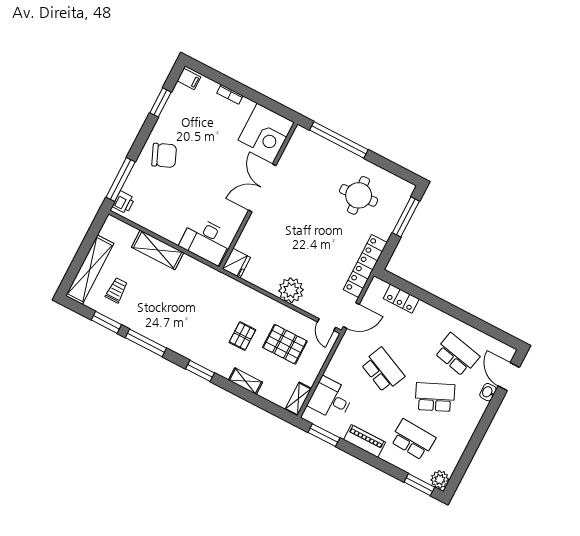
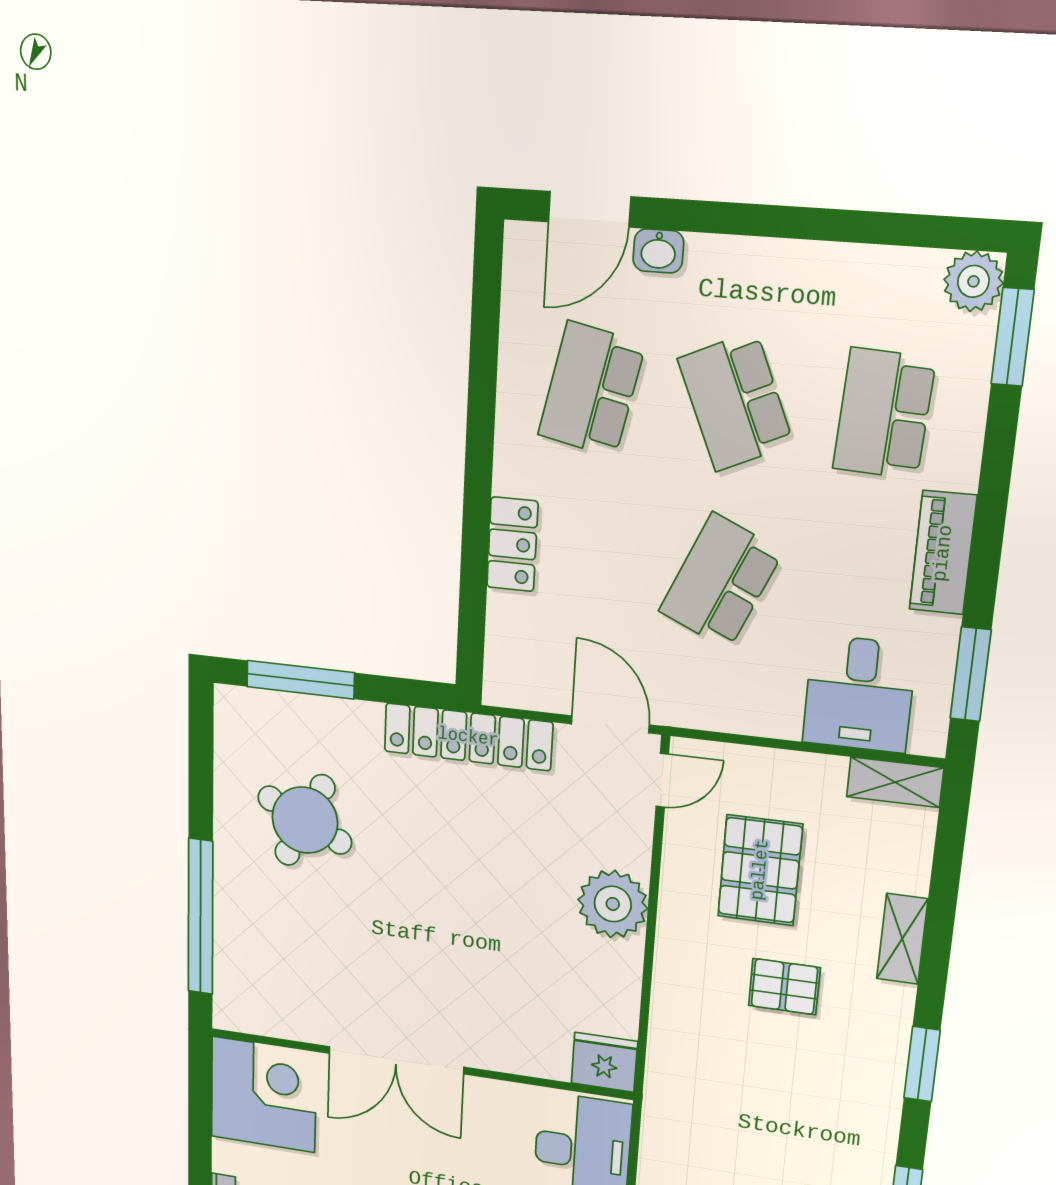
round table: (359, 195) -> (305, 820), turned 31
locker: (401, 299) -> (512, 544), moved

